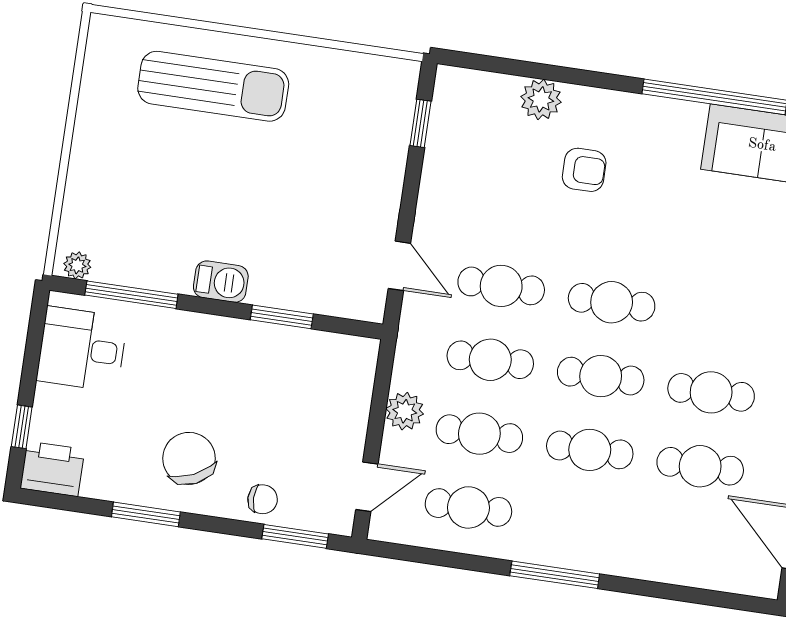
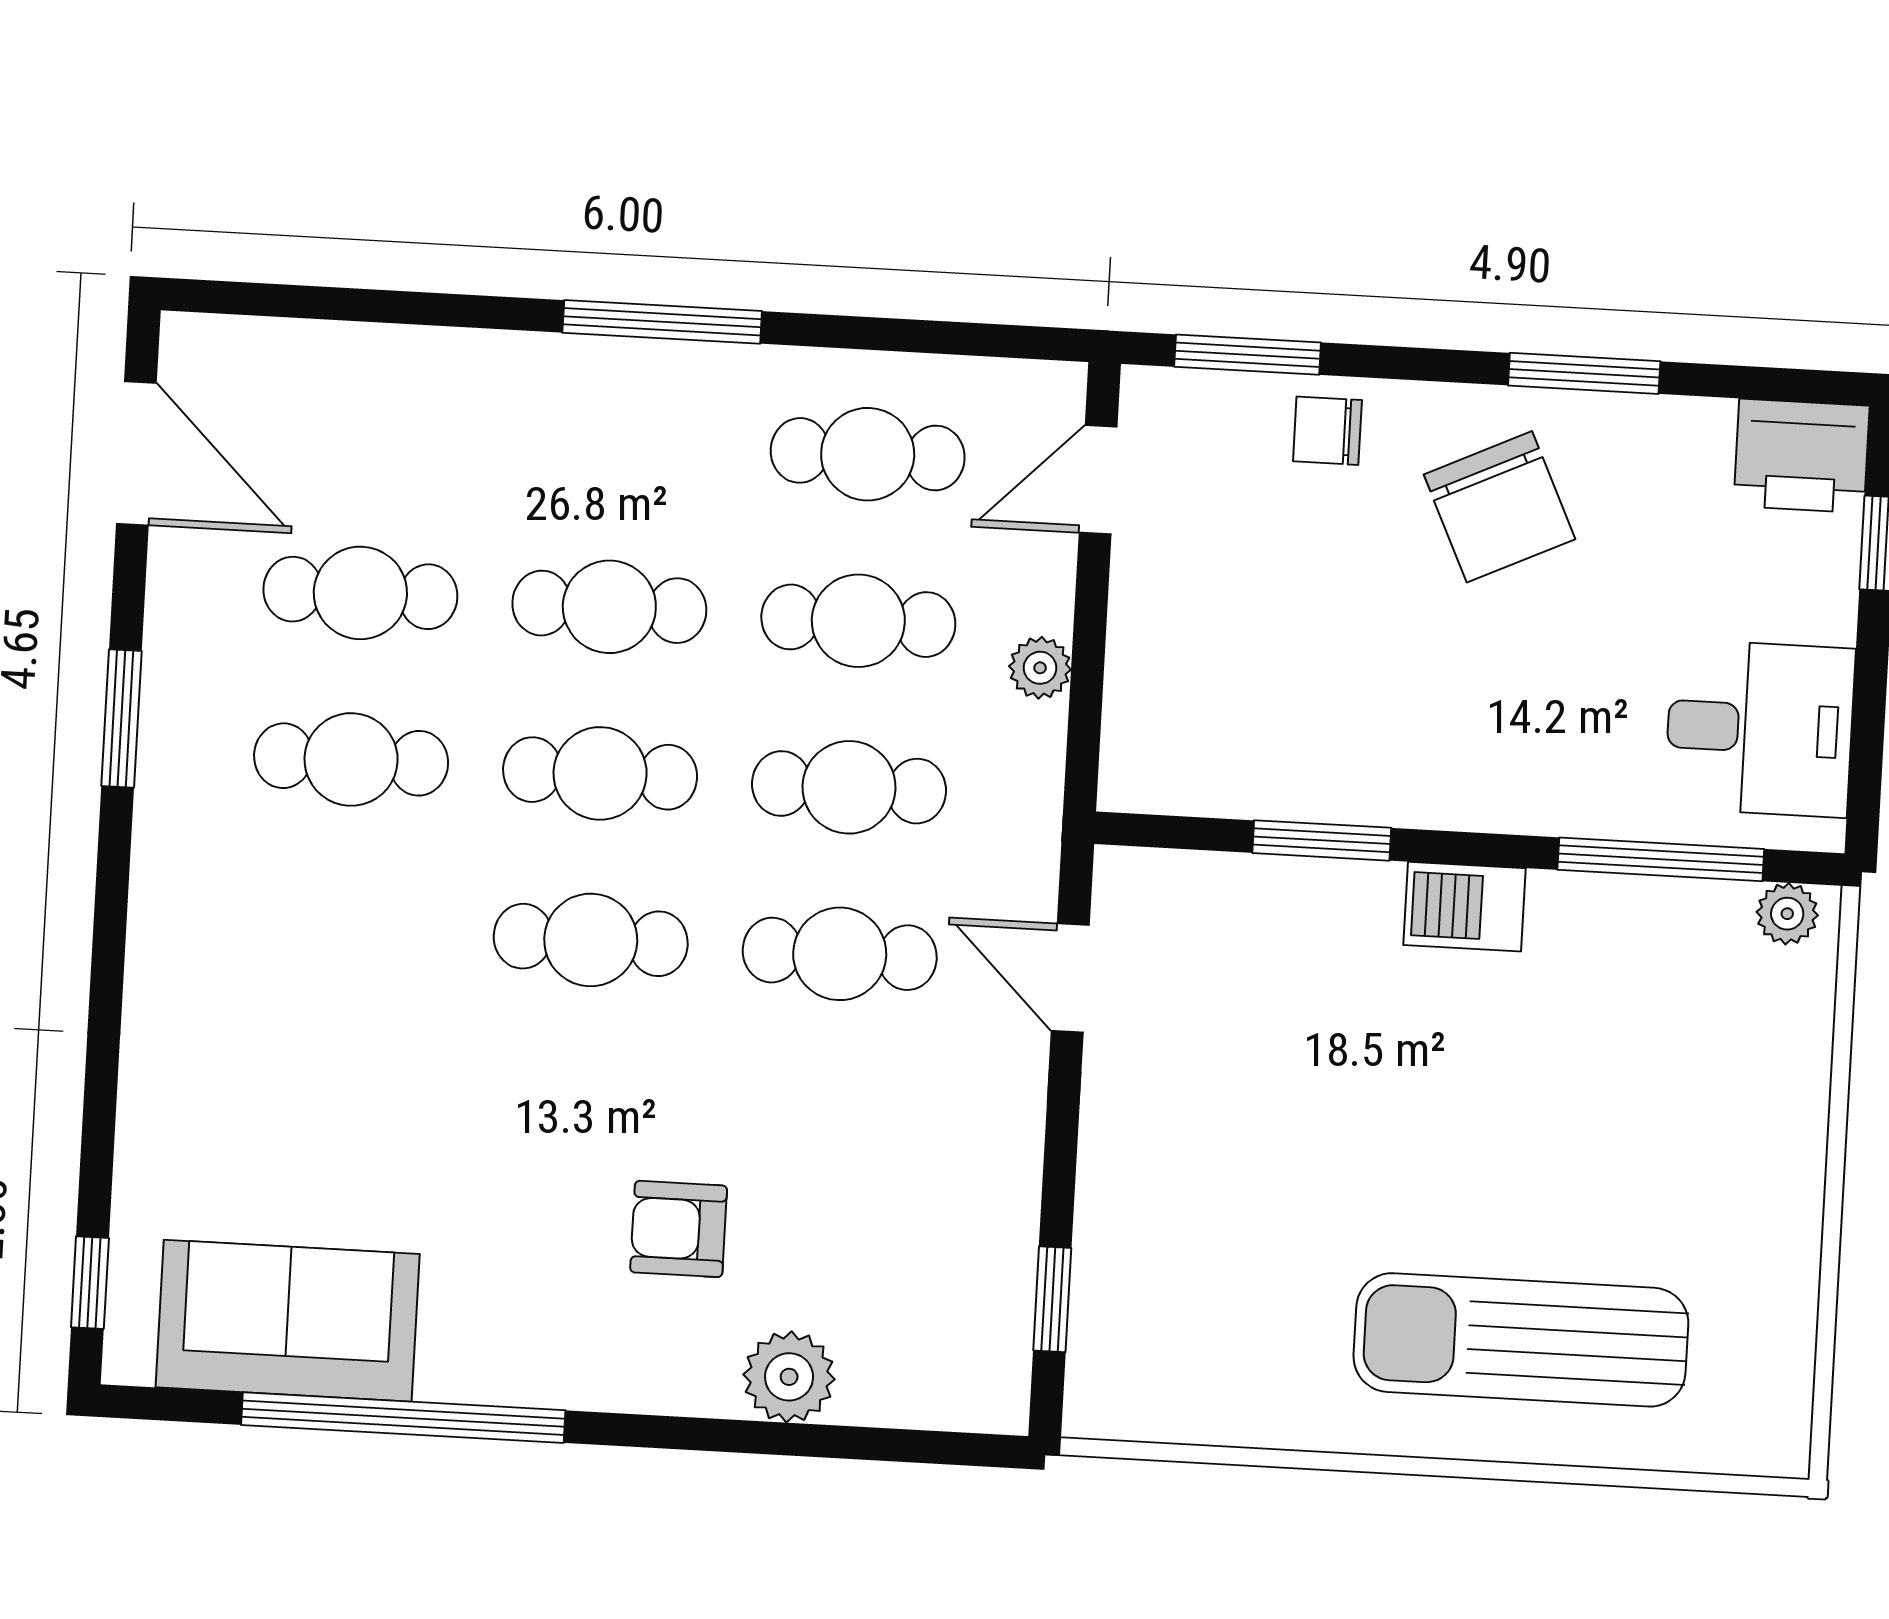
plant: (405, 411) -> (1040, 668), width x0.73, depth x0.73

